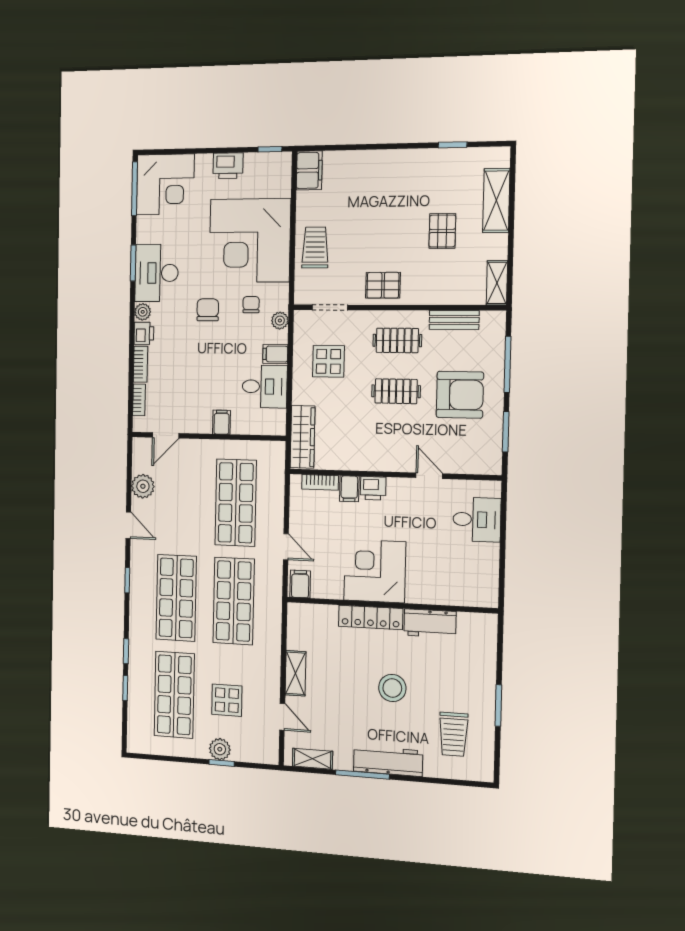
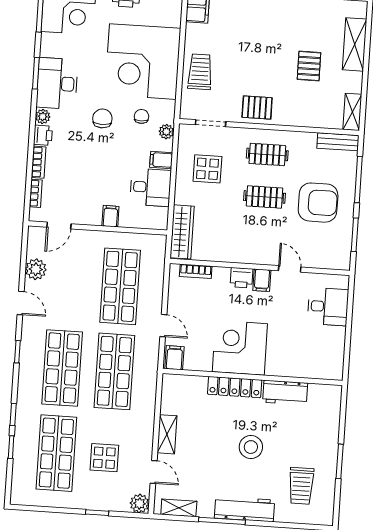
bench: (454, 320) -> (338, 142), moved
filing cabinet: (349, 489) -> (262, 280), moved
plant: (220, 749) -> (140, 504), moved

